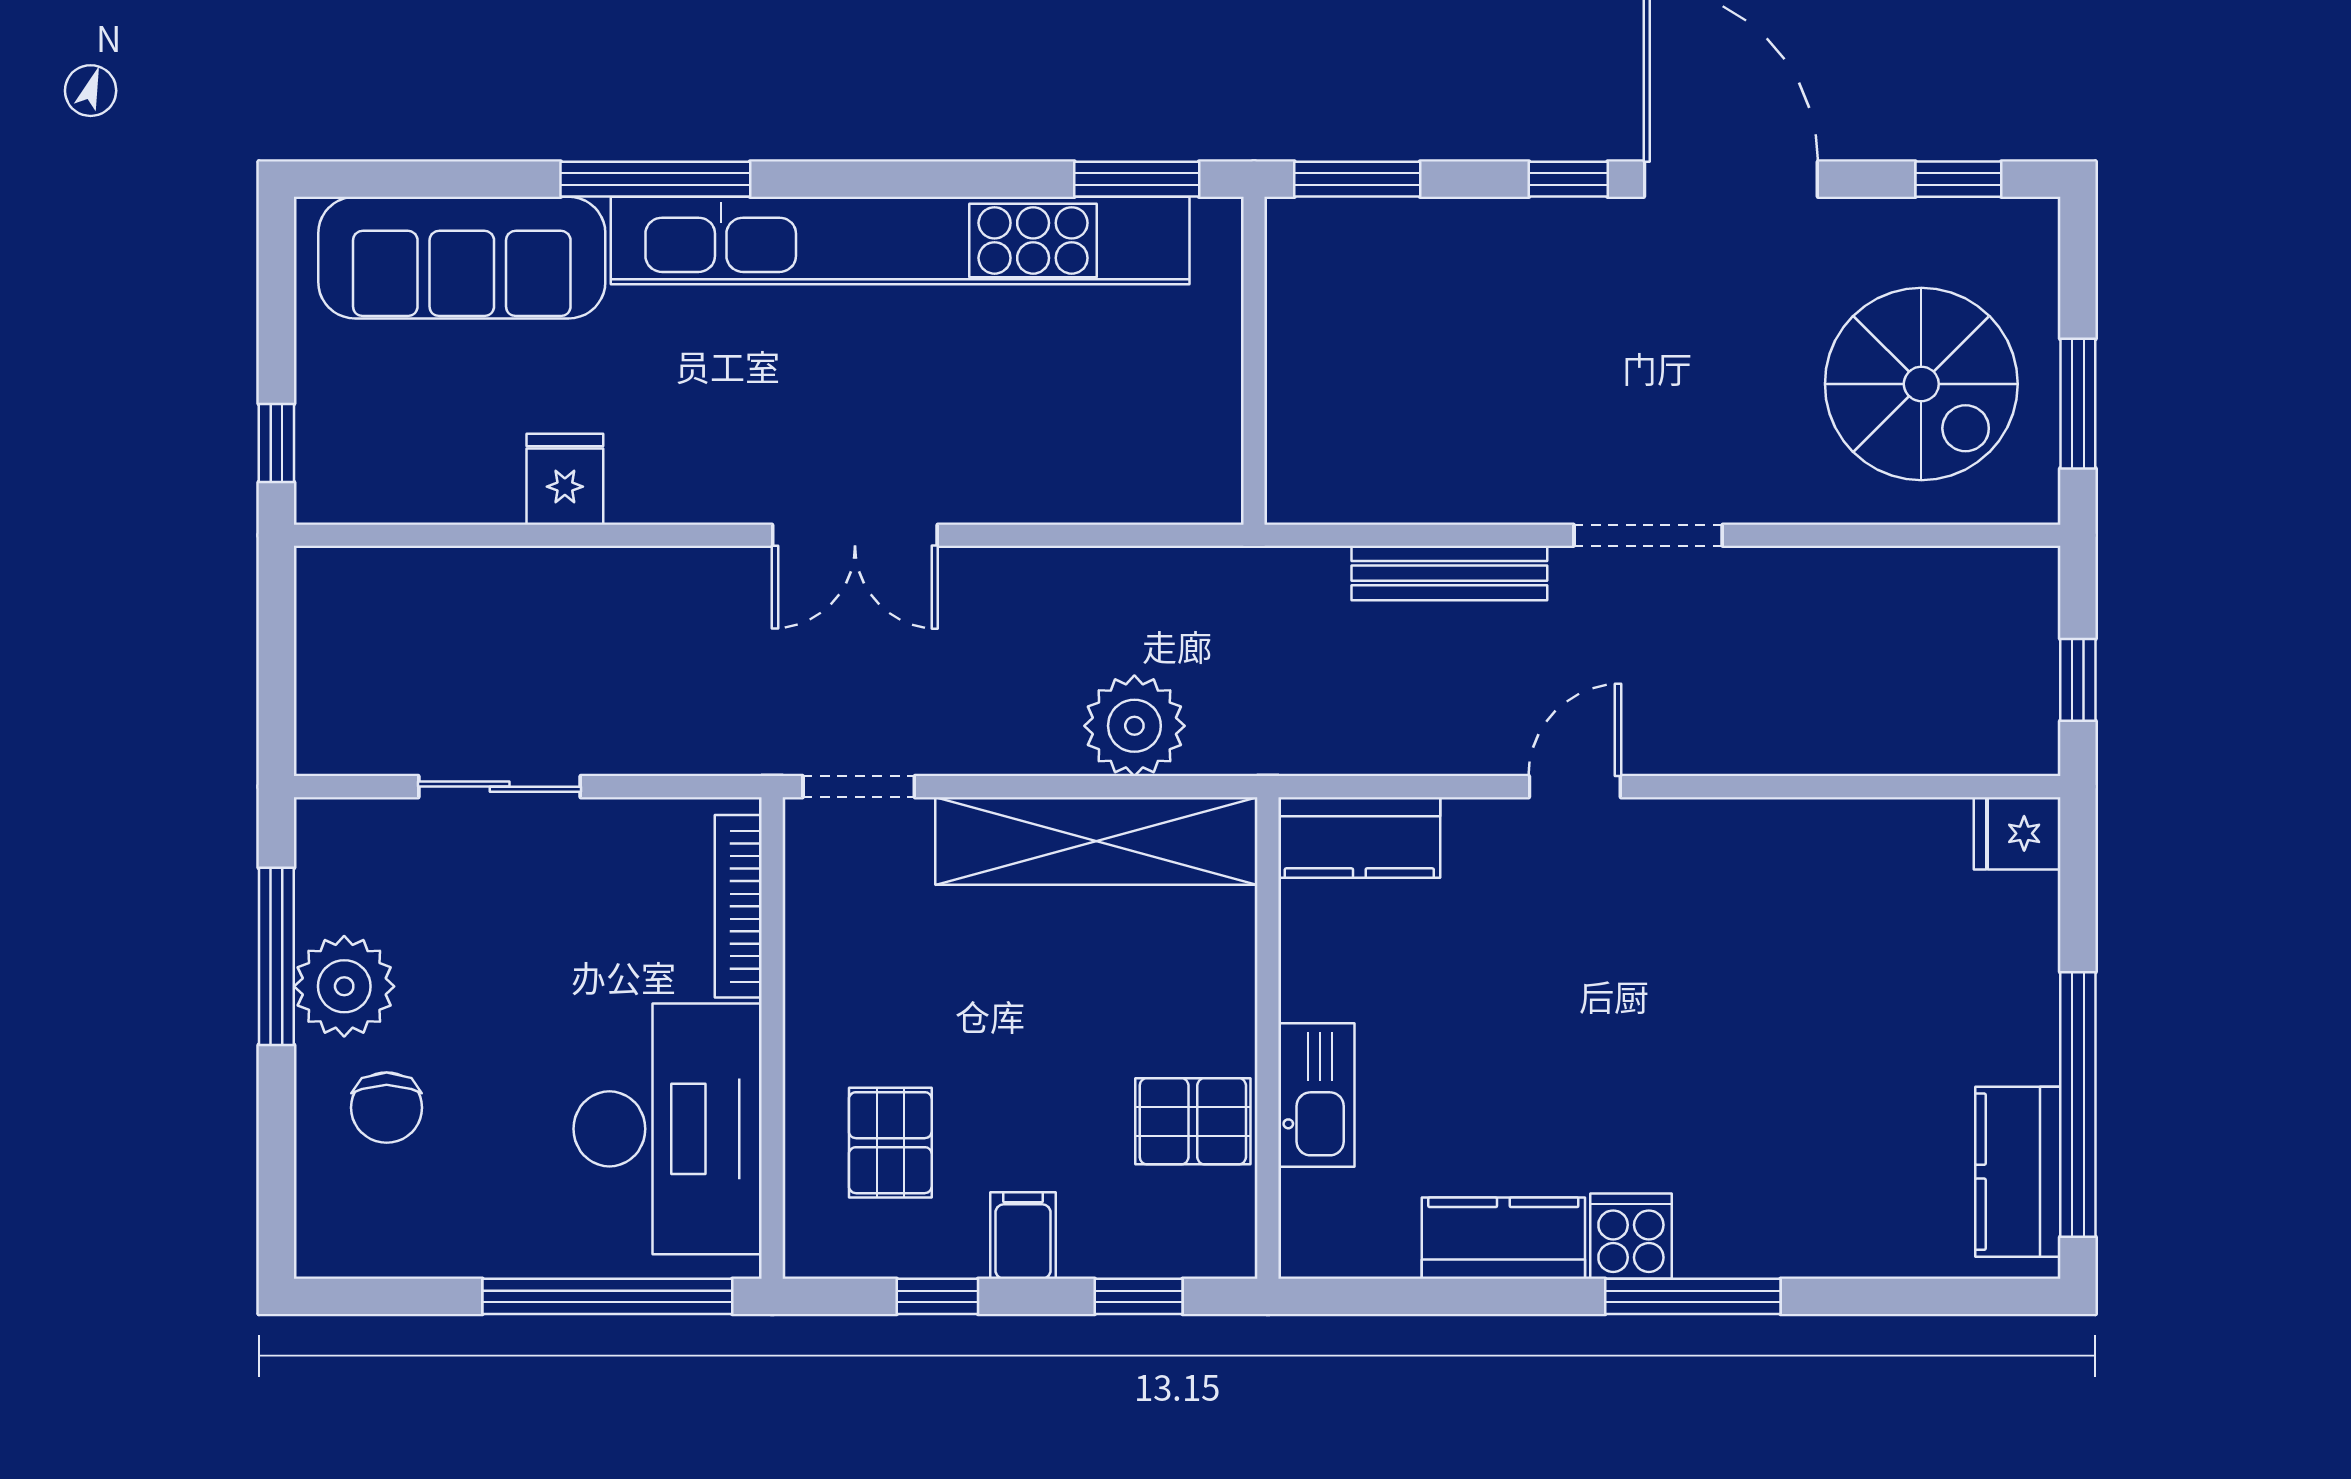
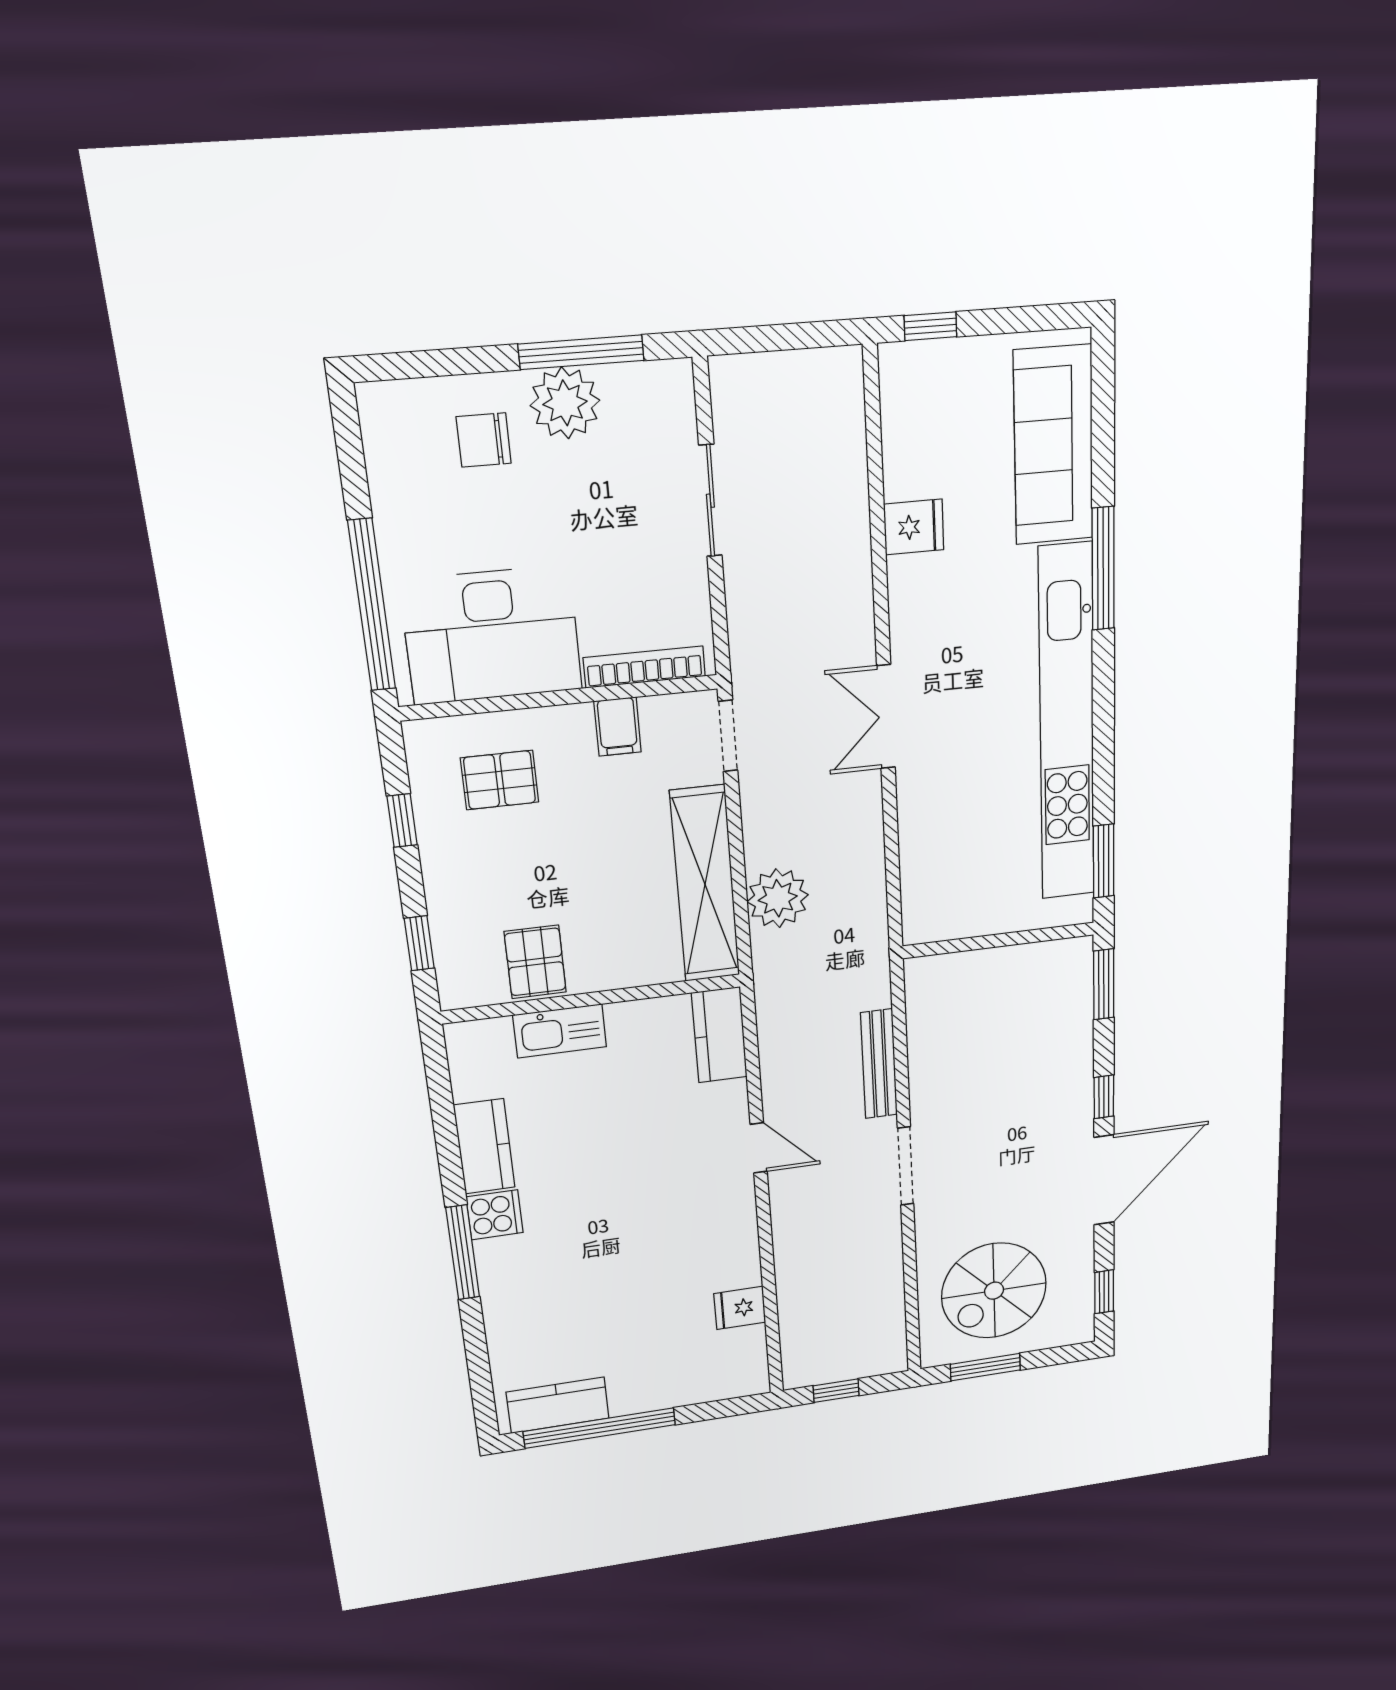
fridge: (2017, 833) -> (740, 1308), moved, turned -90
filing cabinet: (1023, 1235) -> (618, 727), moved, turned 90

